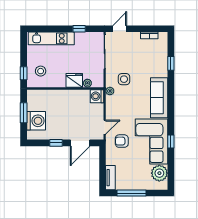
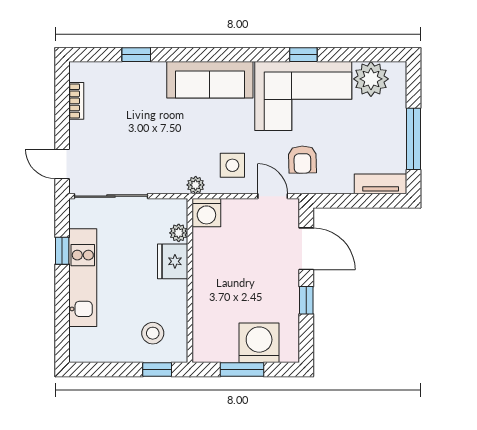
kitchen unit: (51, 38) -> (83, 278), moved
side table: (124, 79) -> (232, 165), moved

